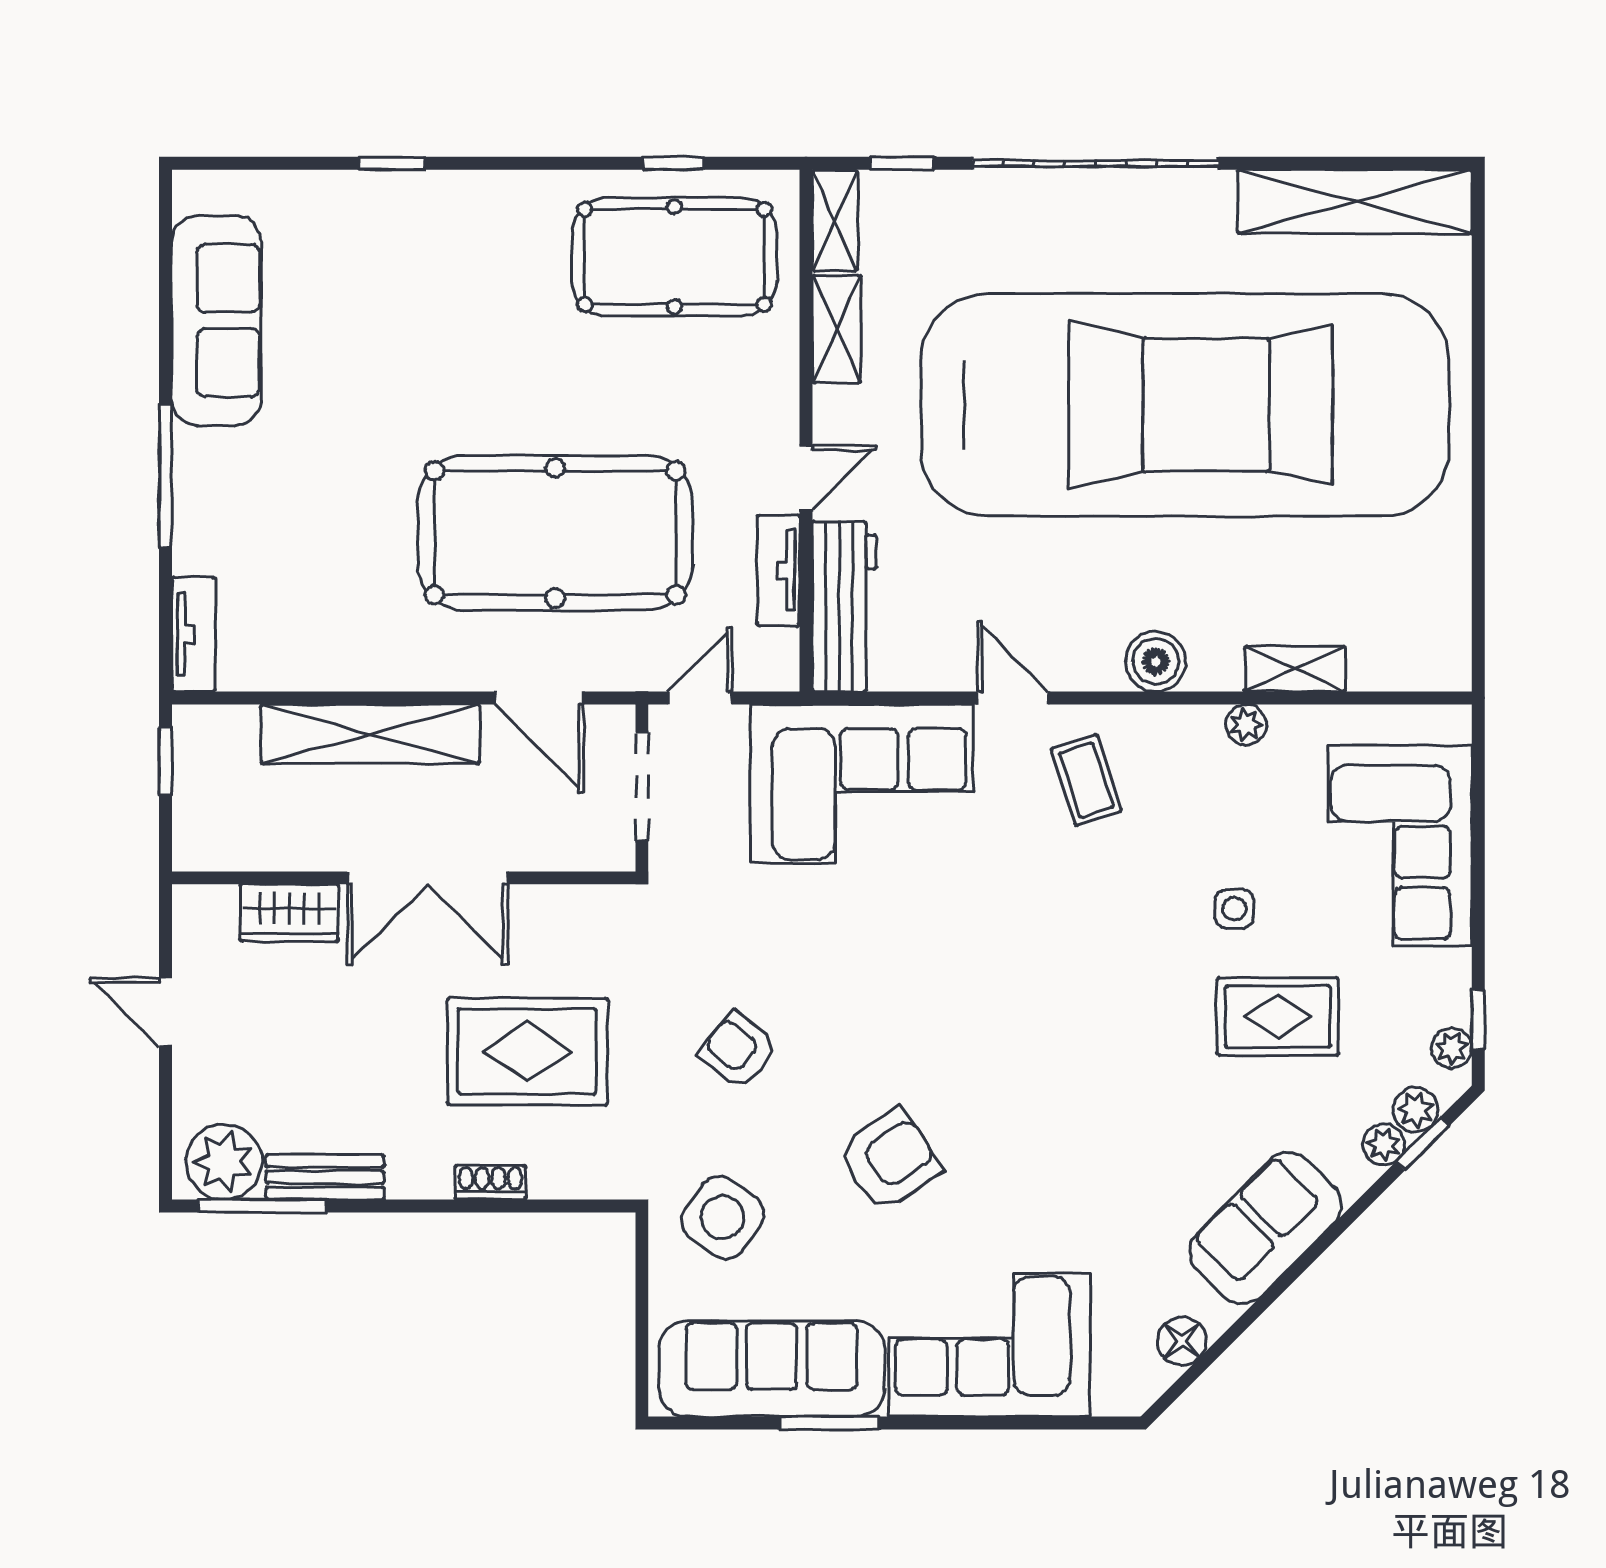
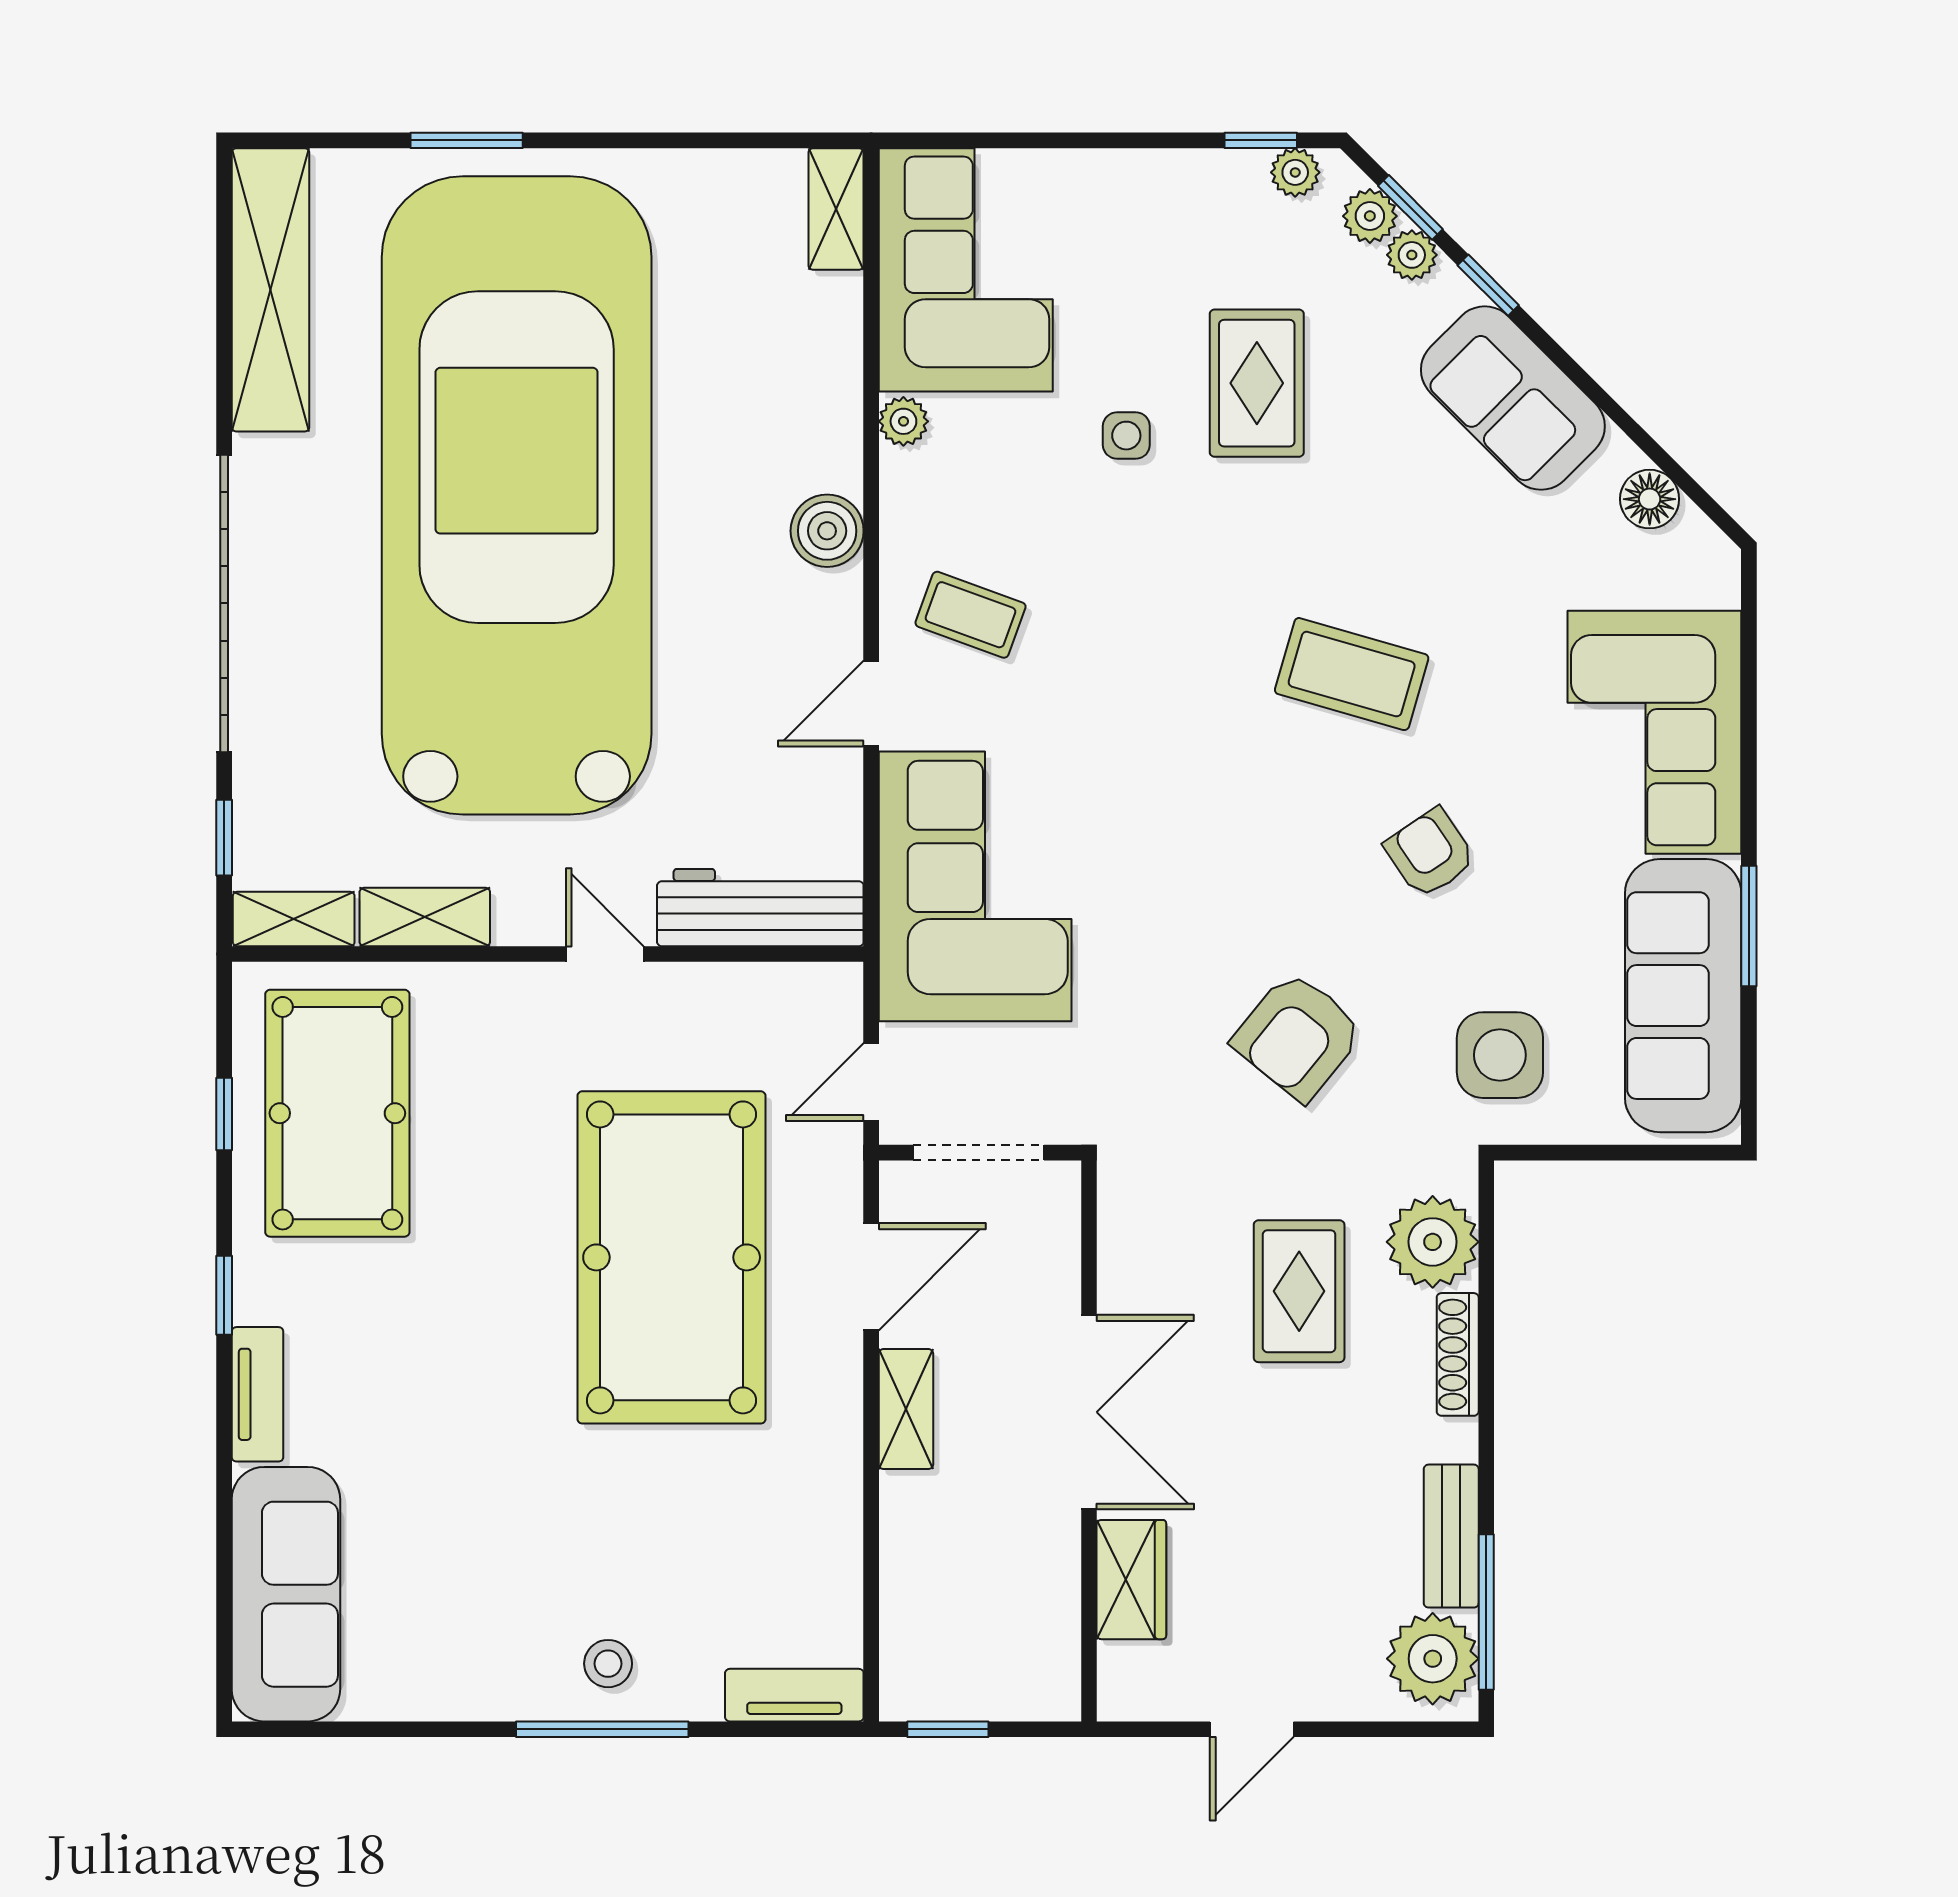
window: (392, 163) -> (224, 1295), moved
sofa: (217, 320) -> (286, 1594), moved, turned 90
window: (1478, 364) -> (467, 140), added
stool: (220, 480) -> (608, 1664), added
tv unit: (778, 571) -> (258, 1394), moved, turned -90
shelving: (1295, 669) -> (836, 209), moved
door: (700, 698) -> (871, 1082), hinge flipped
shelving: (370, 734) -> (906, 1409), width x0.45, depth x0.75
coffee table: (1086, 780) -> (971, 615), turned 38
corner sofa: (1400, 846) -> (966, 270), moved, turned -90
rug: (527, 1051) -> (1299, 1291), width x0.73, depth x0.70
armchair: (738, 1051) -> (1298, 1036), width x1.38, depth x1.38
coffee table: (1037, 1095) -> (1352, 674), added
armchair: (889, 1160) -> (1430, 853), width x0.72, depth x0.72
plant: (568, 1162) -> (1433, 1242), added
shoe rack: (490, 1182) -> (1458, 1354), width x1.43
window: (1359, 1208) -> (1488, 285), added
side table: (723, 1217) -> (1500, 1055), turned -35

